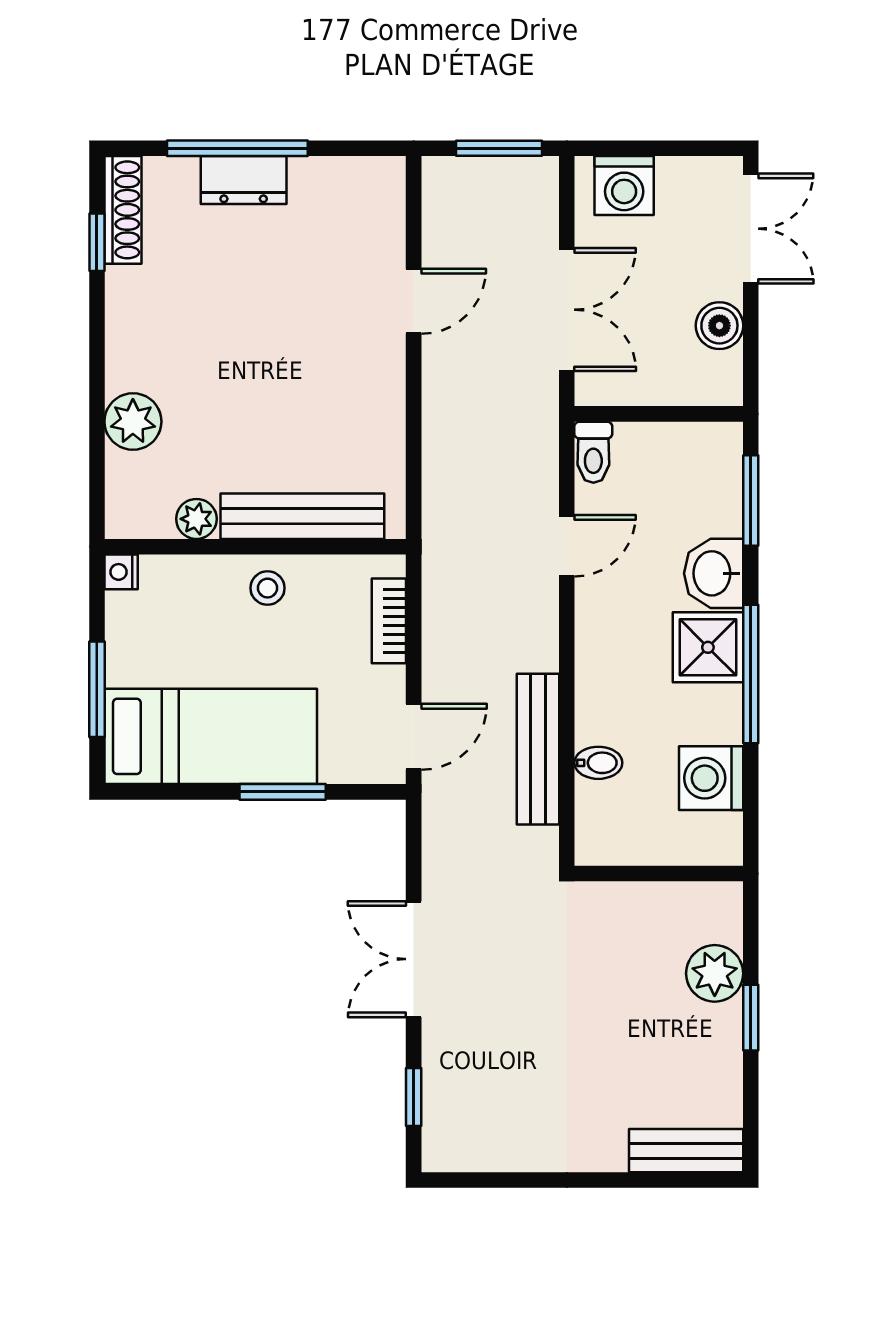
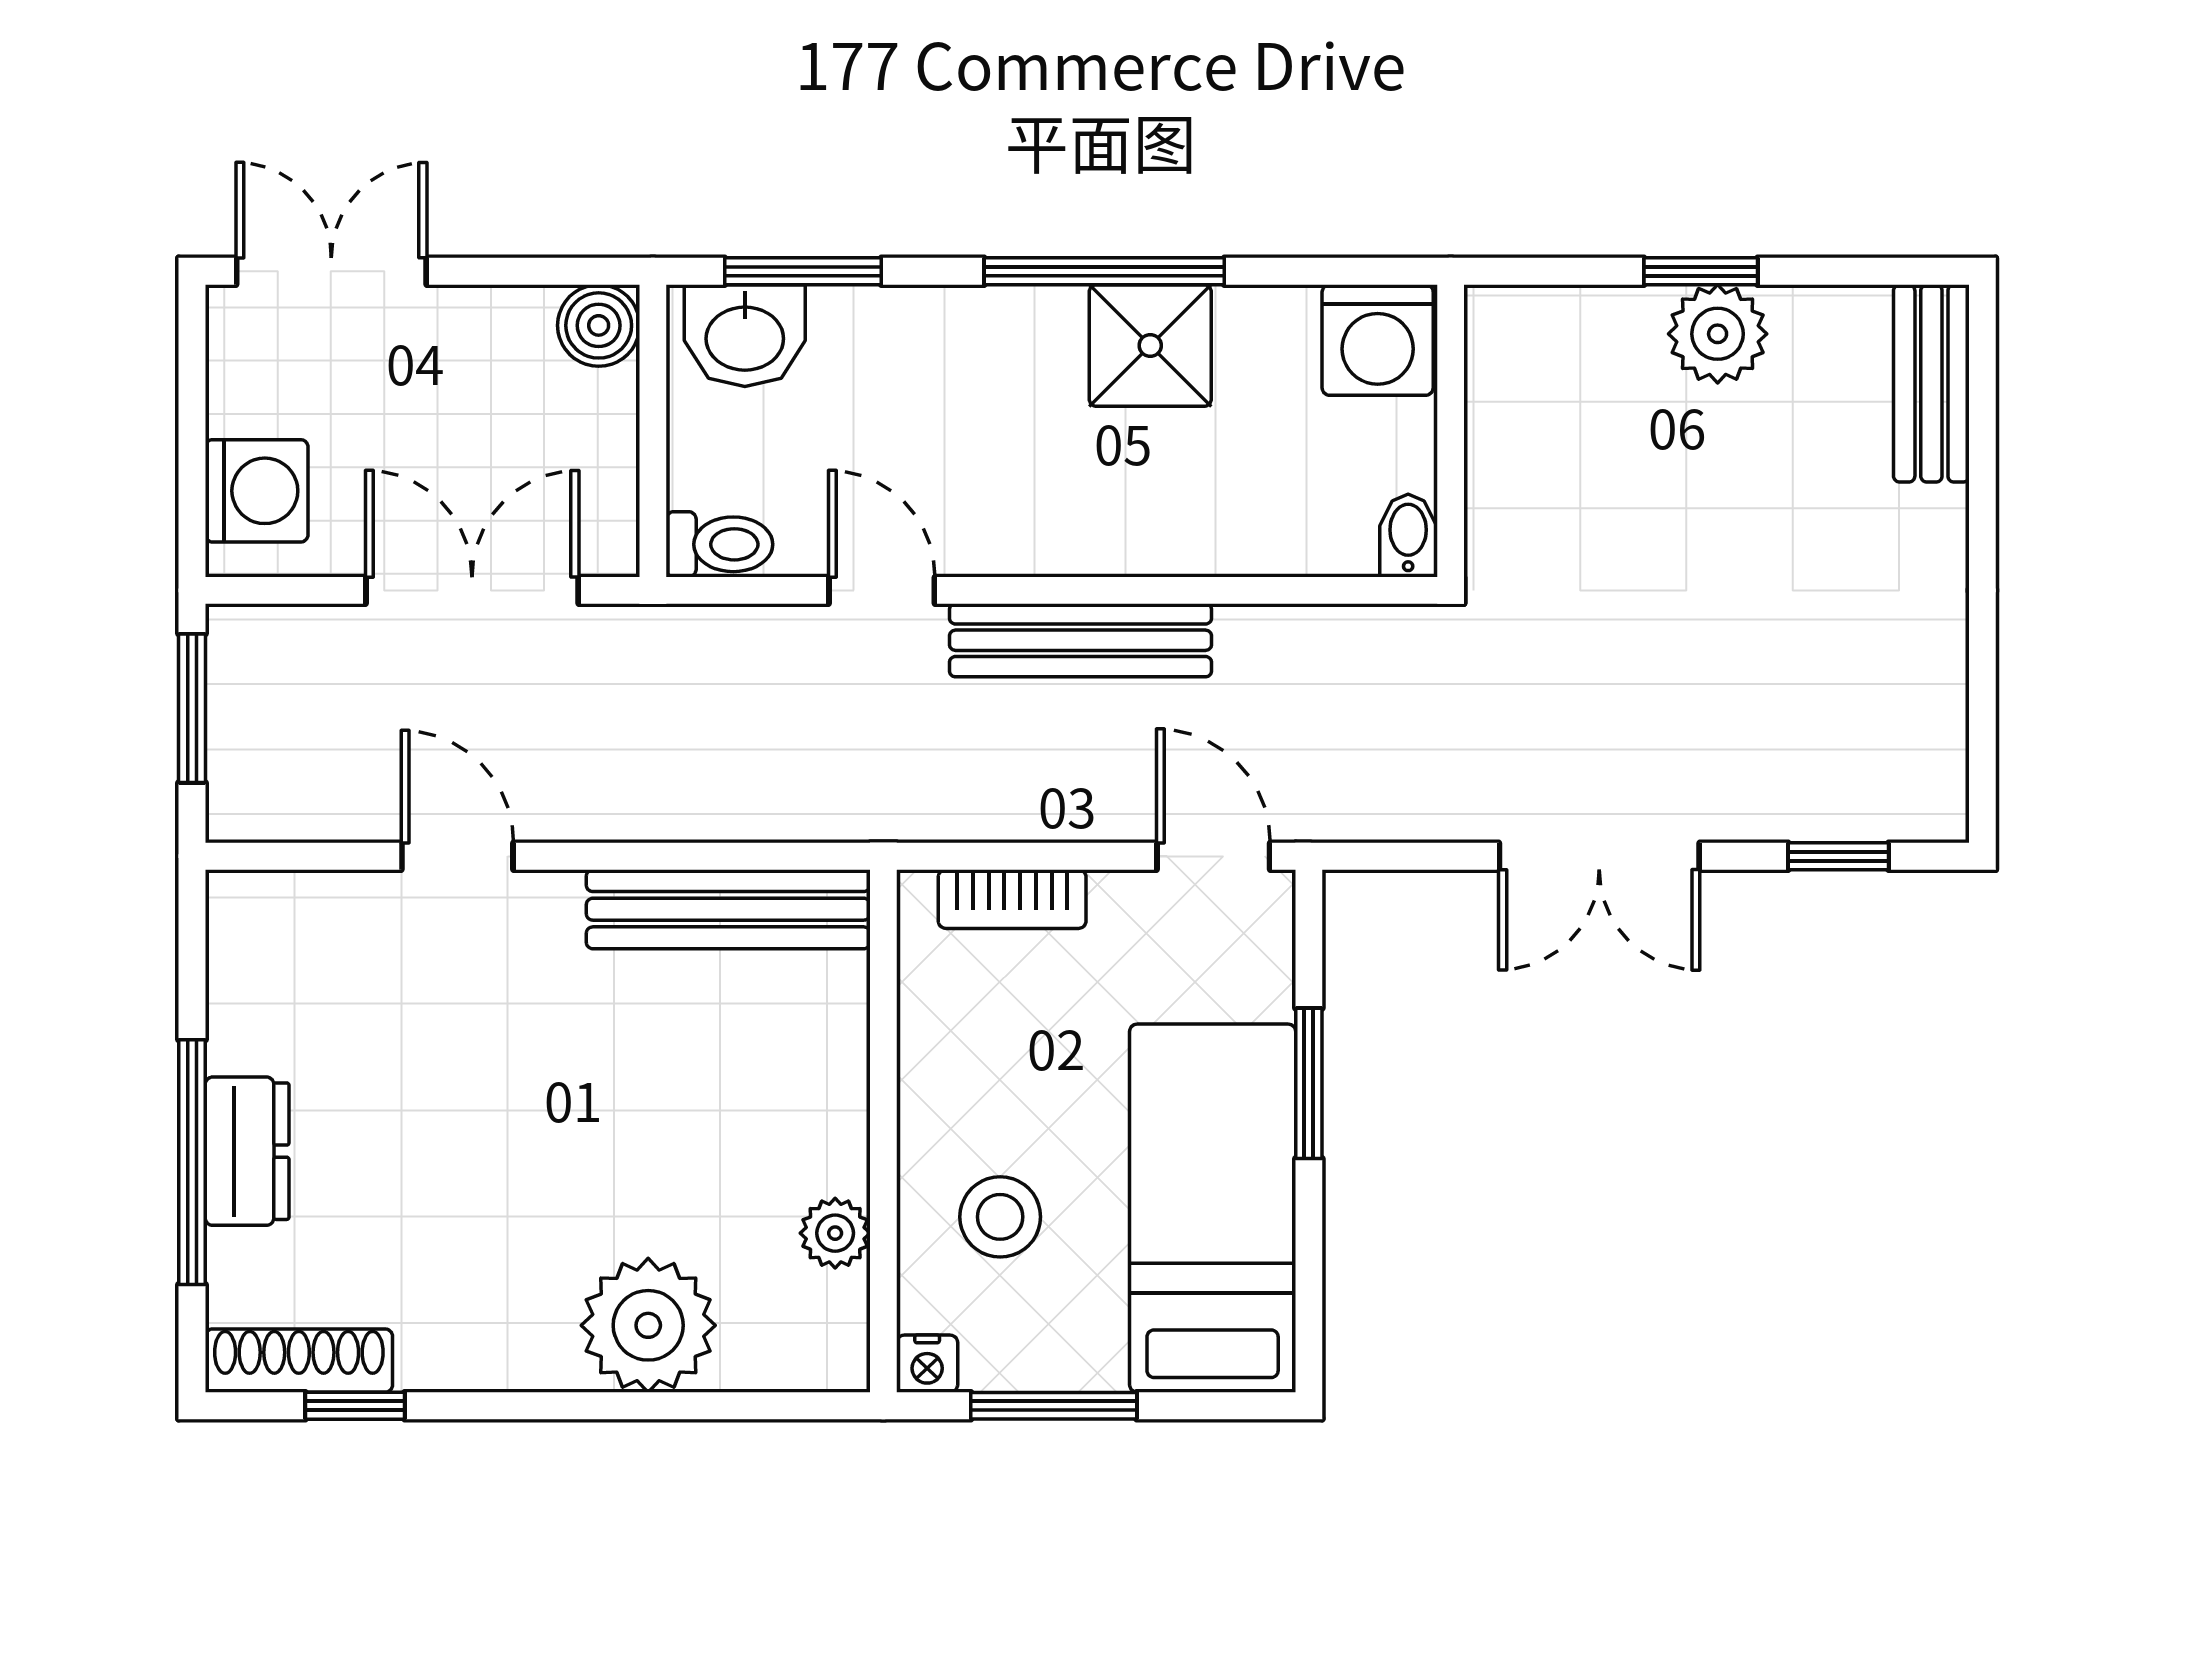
boiler: (719, 326) -> (599, 325), moved
plant: (133, 422) -> (648, 1325), width x1.36, depth x1.36
bench: (302, 516) -> (728, 909), moved, turned 90
washbasin: (714, 573) -> (745, 336), moved
stool: (268, 588) -> (1000, 1217), moved, width x1.37, depth x1.37
shower: (708, 647) -> (1150, 345), moved
window: (97, 689) -> (1054, 1406), moved
bench: (538, 749) -> (1080, 640), moved
bidet: (598, 763) -> (1408, 536), moved
washing machine: (711, 778) -> (1378, 340), moved
plant: (715, 973) -> (1718, 334), moved

